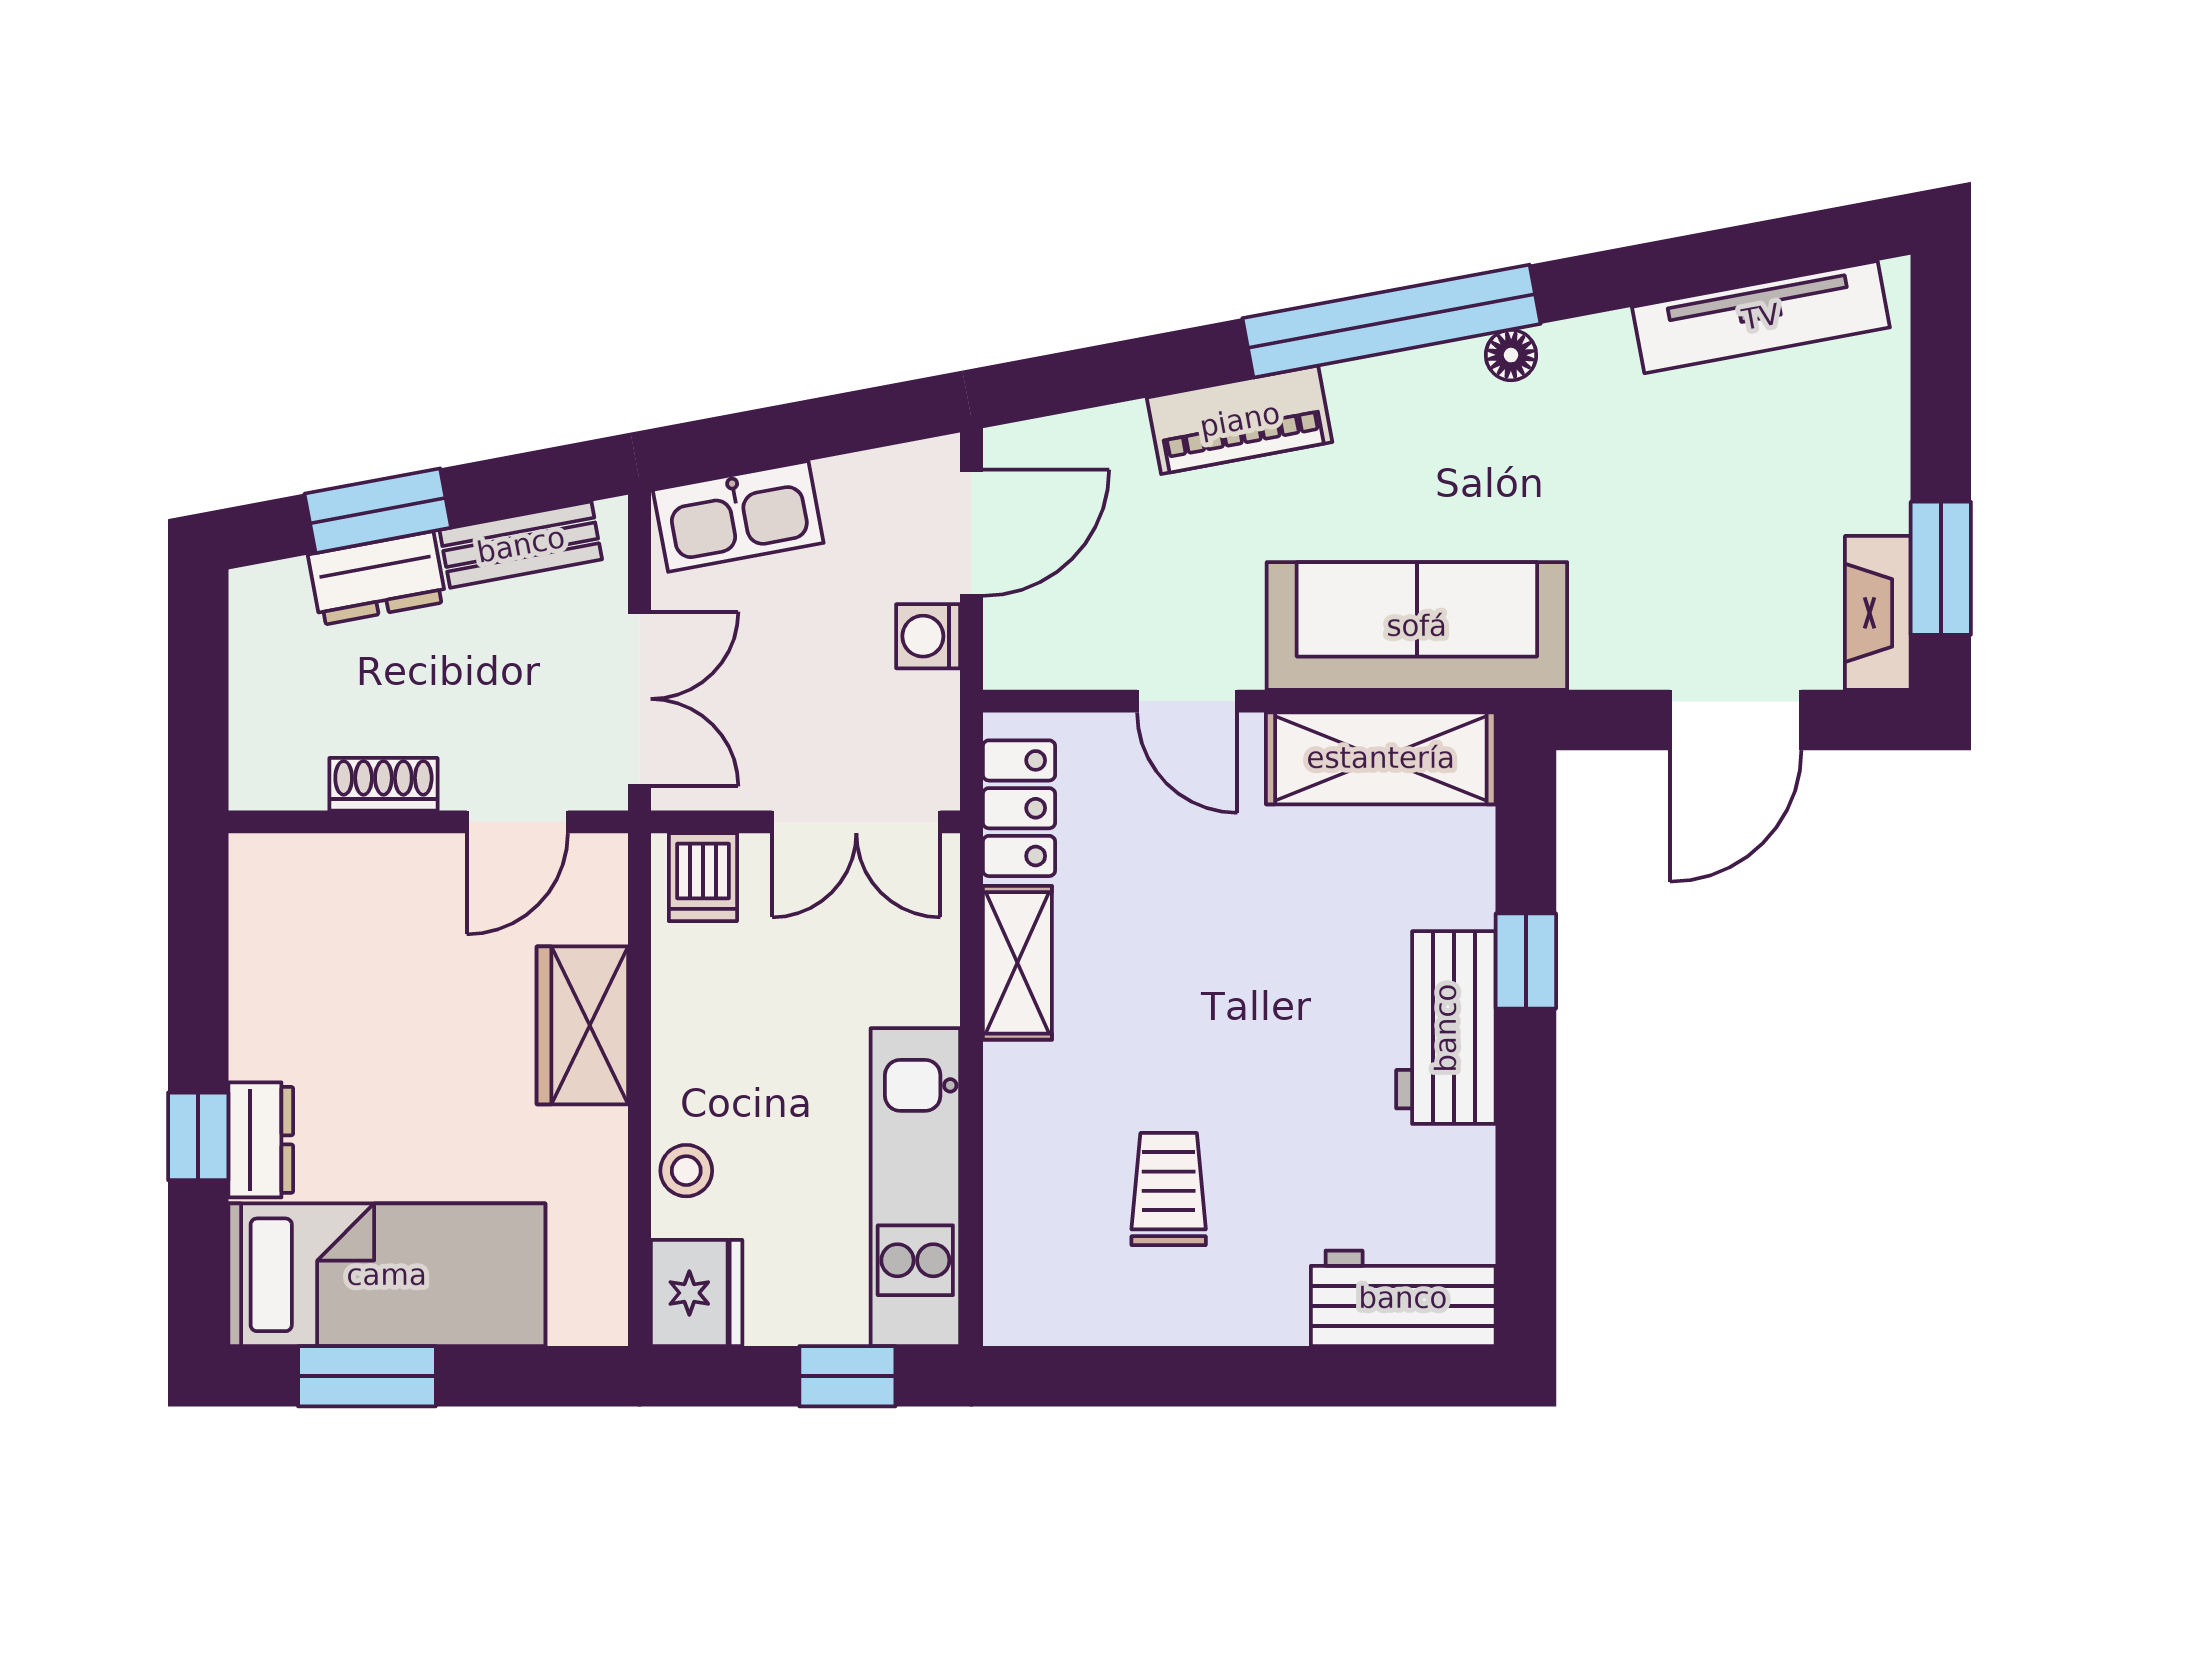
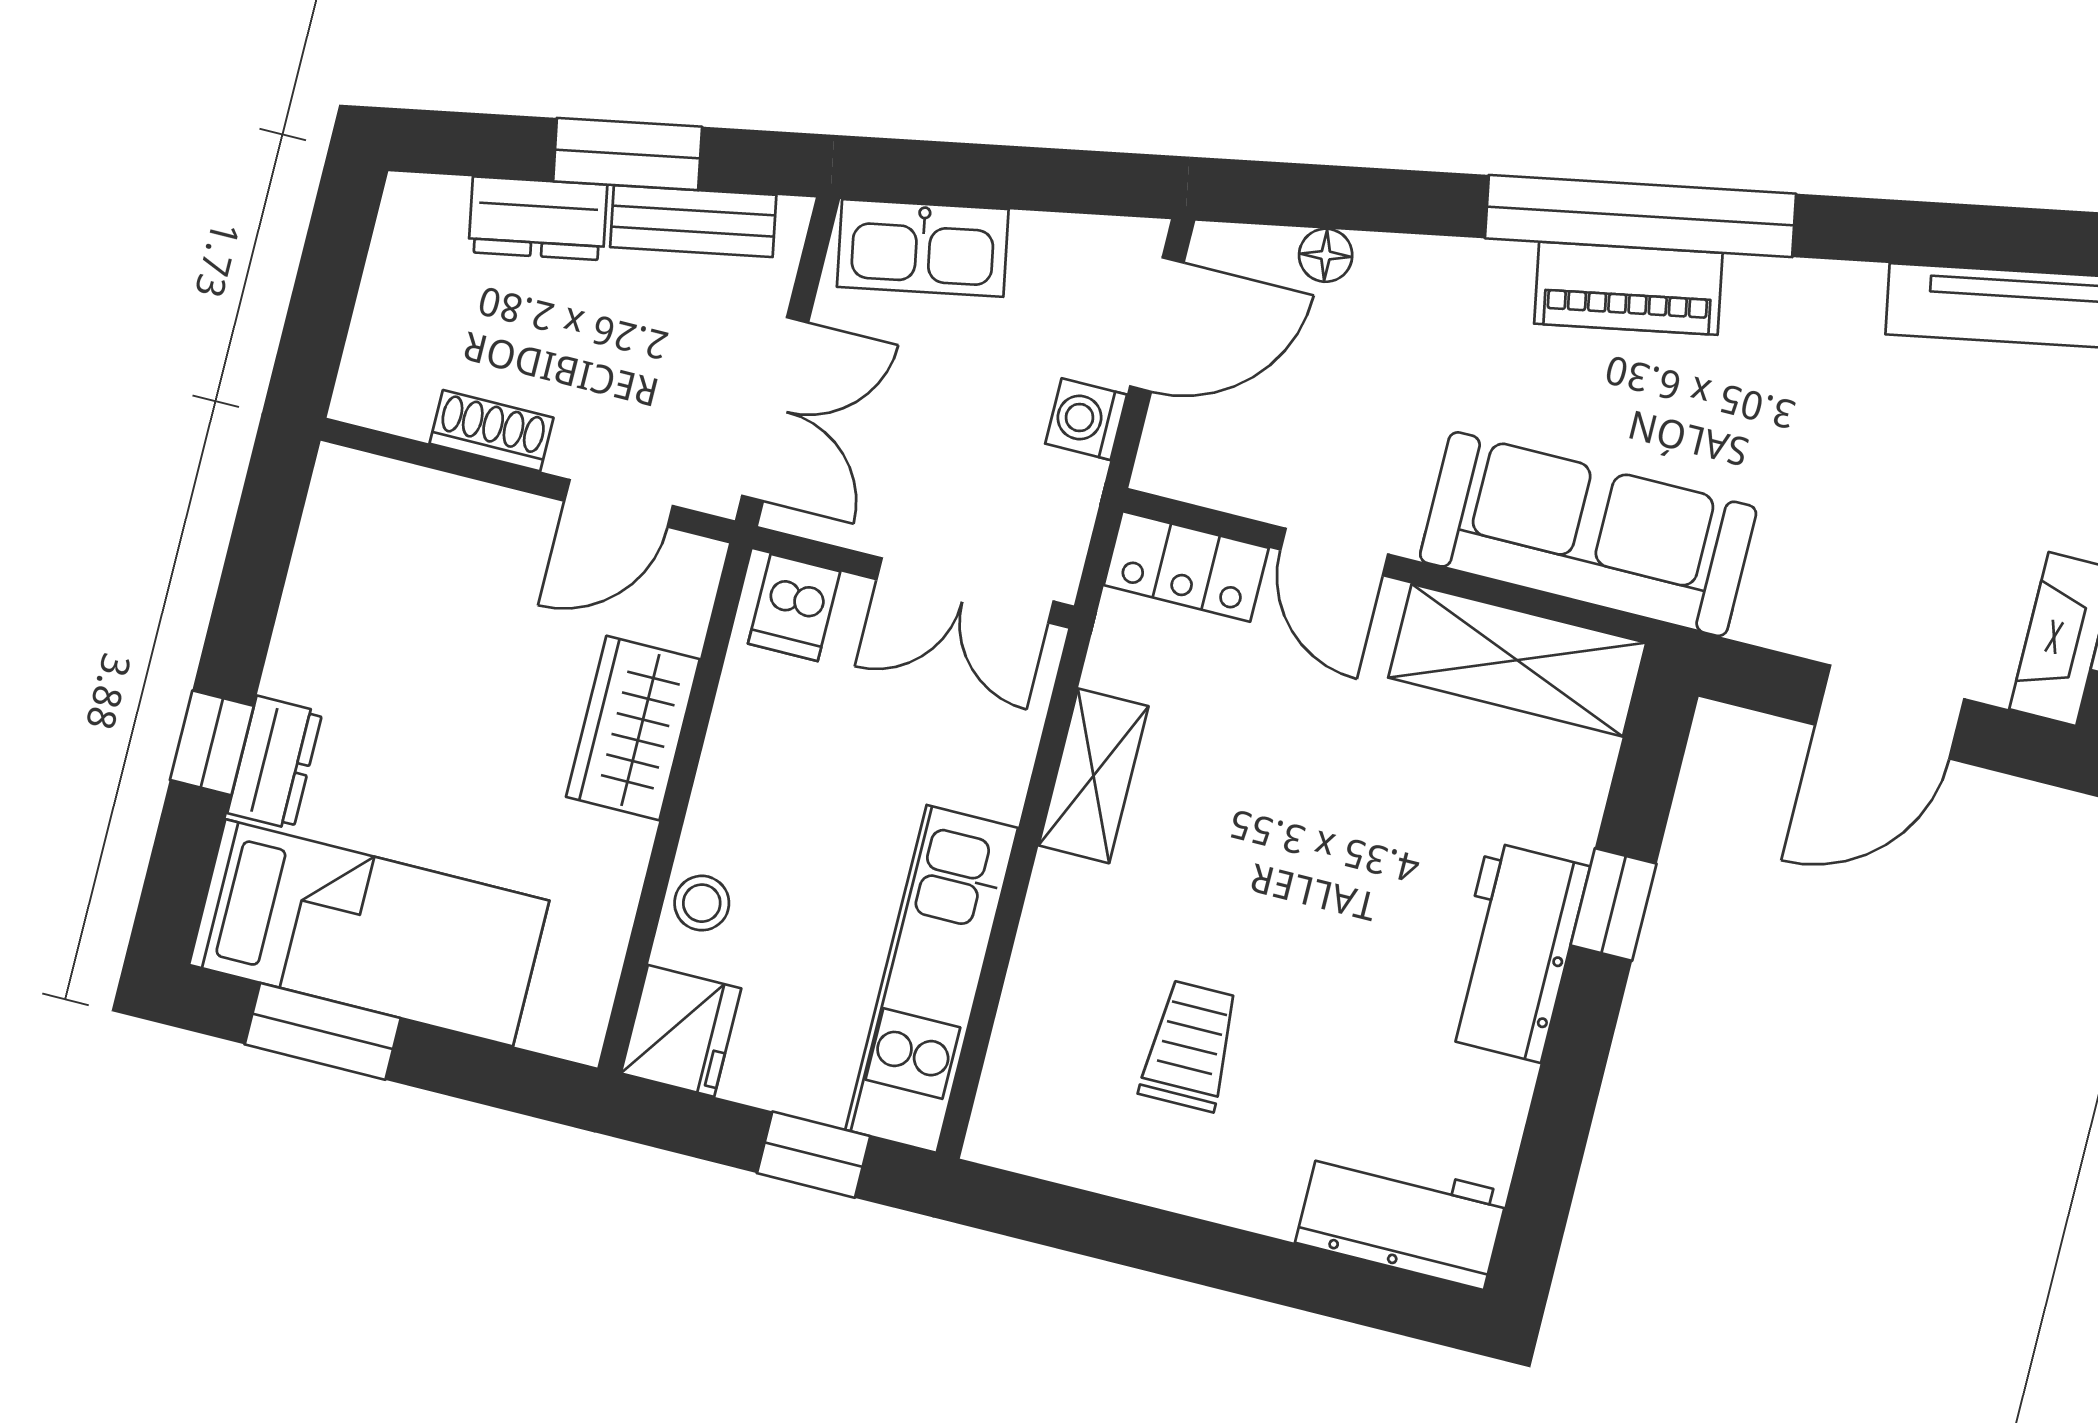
floor lamp: (1511, 355) -> (1326, 255), moved
piano: (1240, 420) -> (1628, 288), moved
window: (378, 511) -> (628, 154), moved
locker: (1019, 808) -> (1186, 566), moved, turned 90

